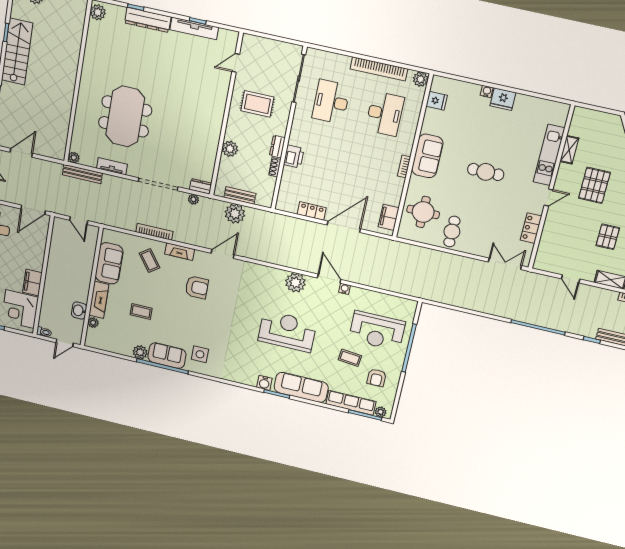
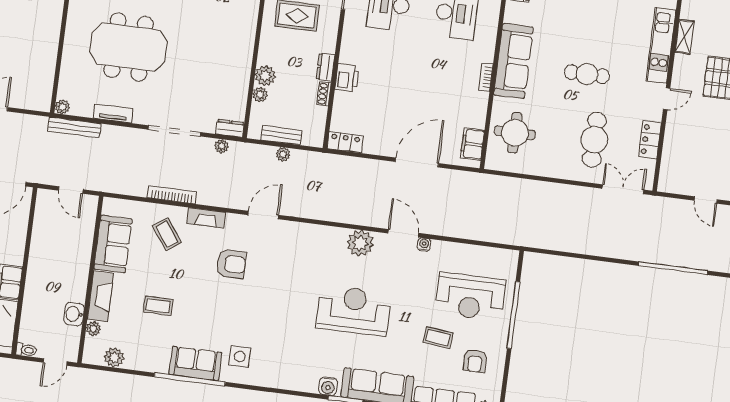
meeting table: (125, 116) -> (129, 47), turned 90
sofa: (427, 156) -> (513, 61), width x1.36
plant: (225, 163) -> (260, 95), added
locker: (312, 211) -> (345, 142), moved
plant: (235, 214) -> (283, 154), width x0.53, depth x0.53
cafe table: (452, 232) -> (594, 140), moved, width x1.37, depth x1.35
plant: (140, 352) -> (114, 357), moved

